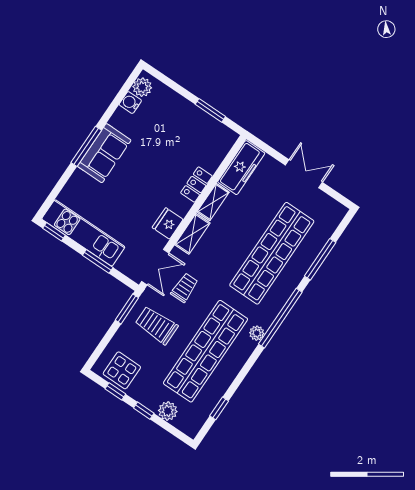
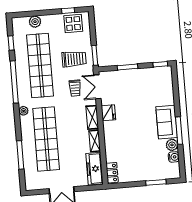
plant: (142, 87) -> (172, 145), moved
window: (210, 110) -> (156, 182), moved
window: (86, 146) -> (179, 131), moved
locker: (196, 185) -> (112, 173), moved
kitchen unit: (83, 233) -> (146, 75), removed
window: (280, 318) -> (14, 82), moved
plant: (257, 333) -> (24, 111), moved
window: (144, 411) -> (47, 12), removed

